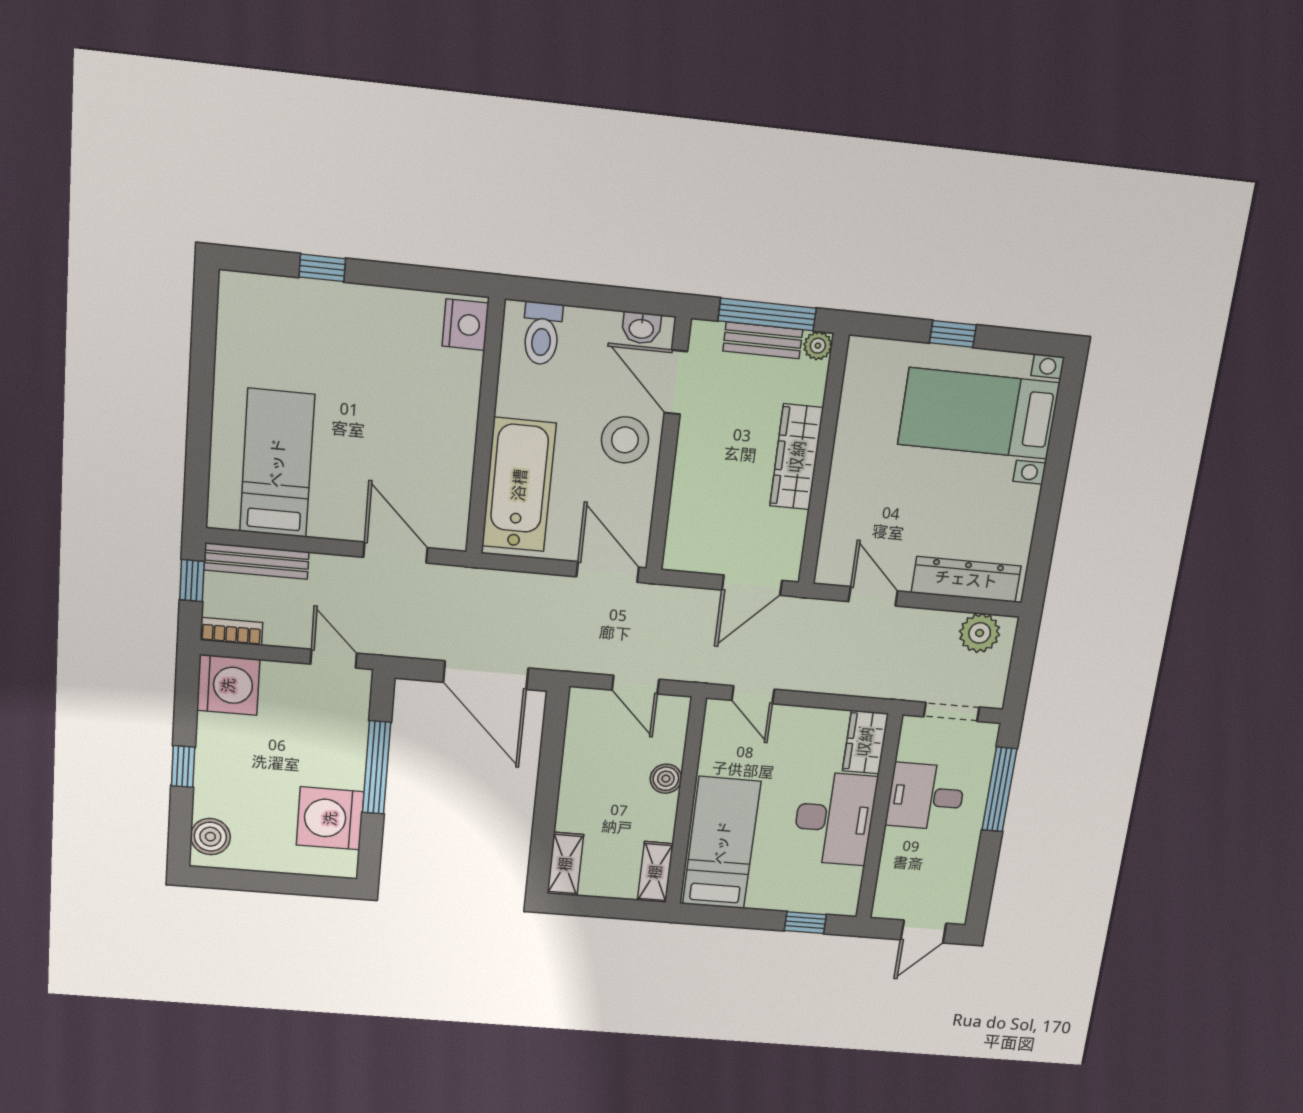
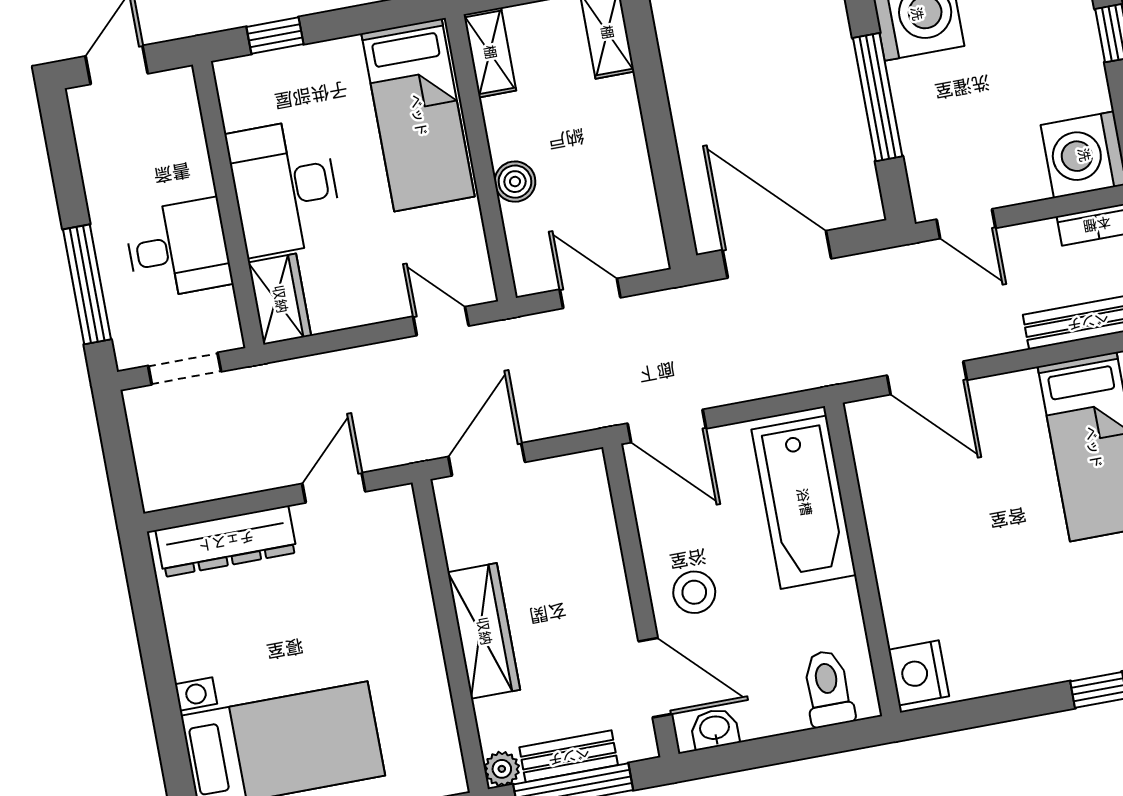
stool: (625, 440) -> (694, 592), width x0.73, depth x0.73
door: (873, 596) -> (334, 488), swing flipped
plant: (980, 633) -> (185, 479), removed

